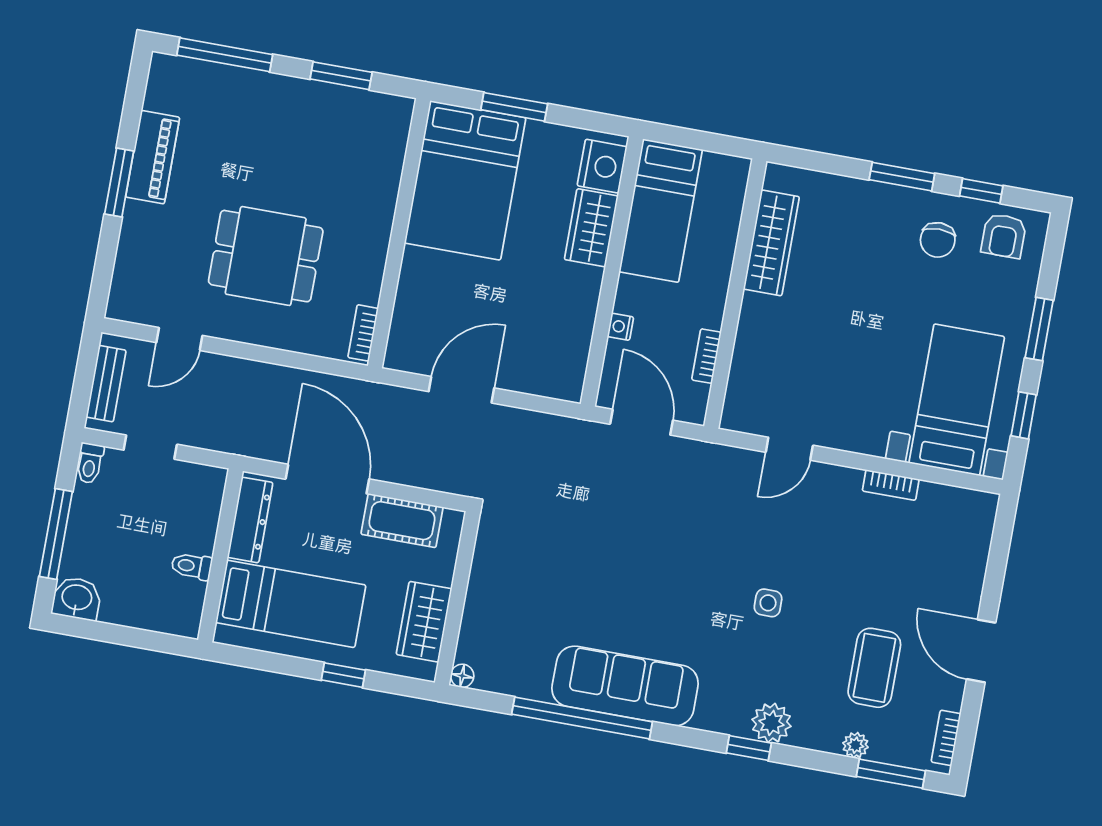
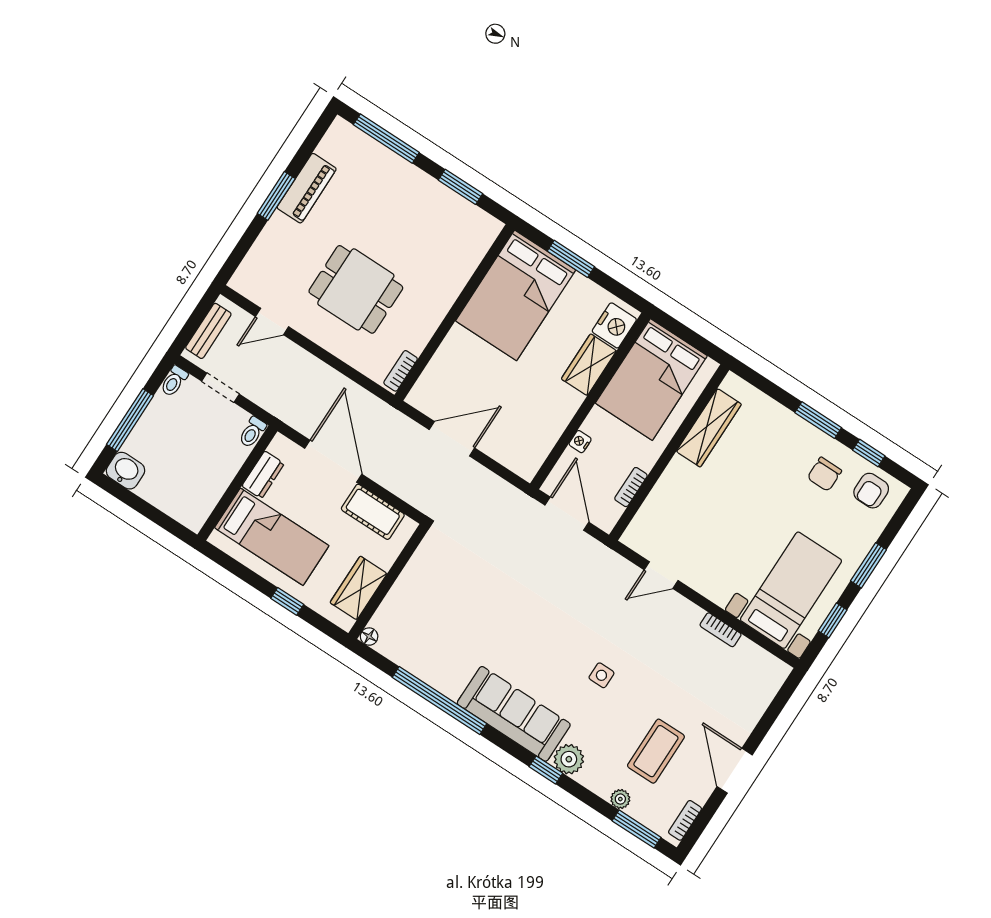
bed: (661, 211) -> (651, 379), width x1.50
dresser: (250, 520) -> (263, 475), width x0.70
toilet: (192, 566) -> (252, 432), moved, turned -90
sofa: (625, 686) -> (514, 714), moved

